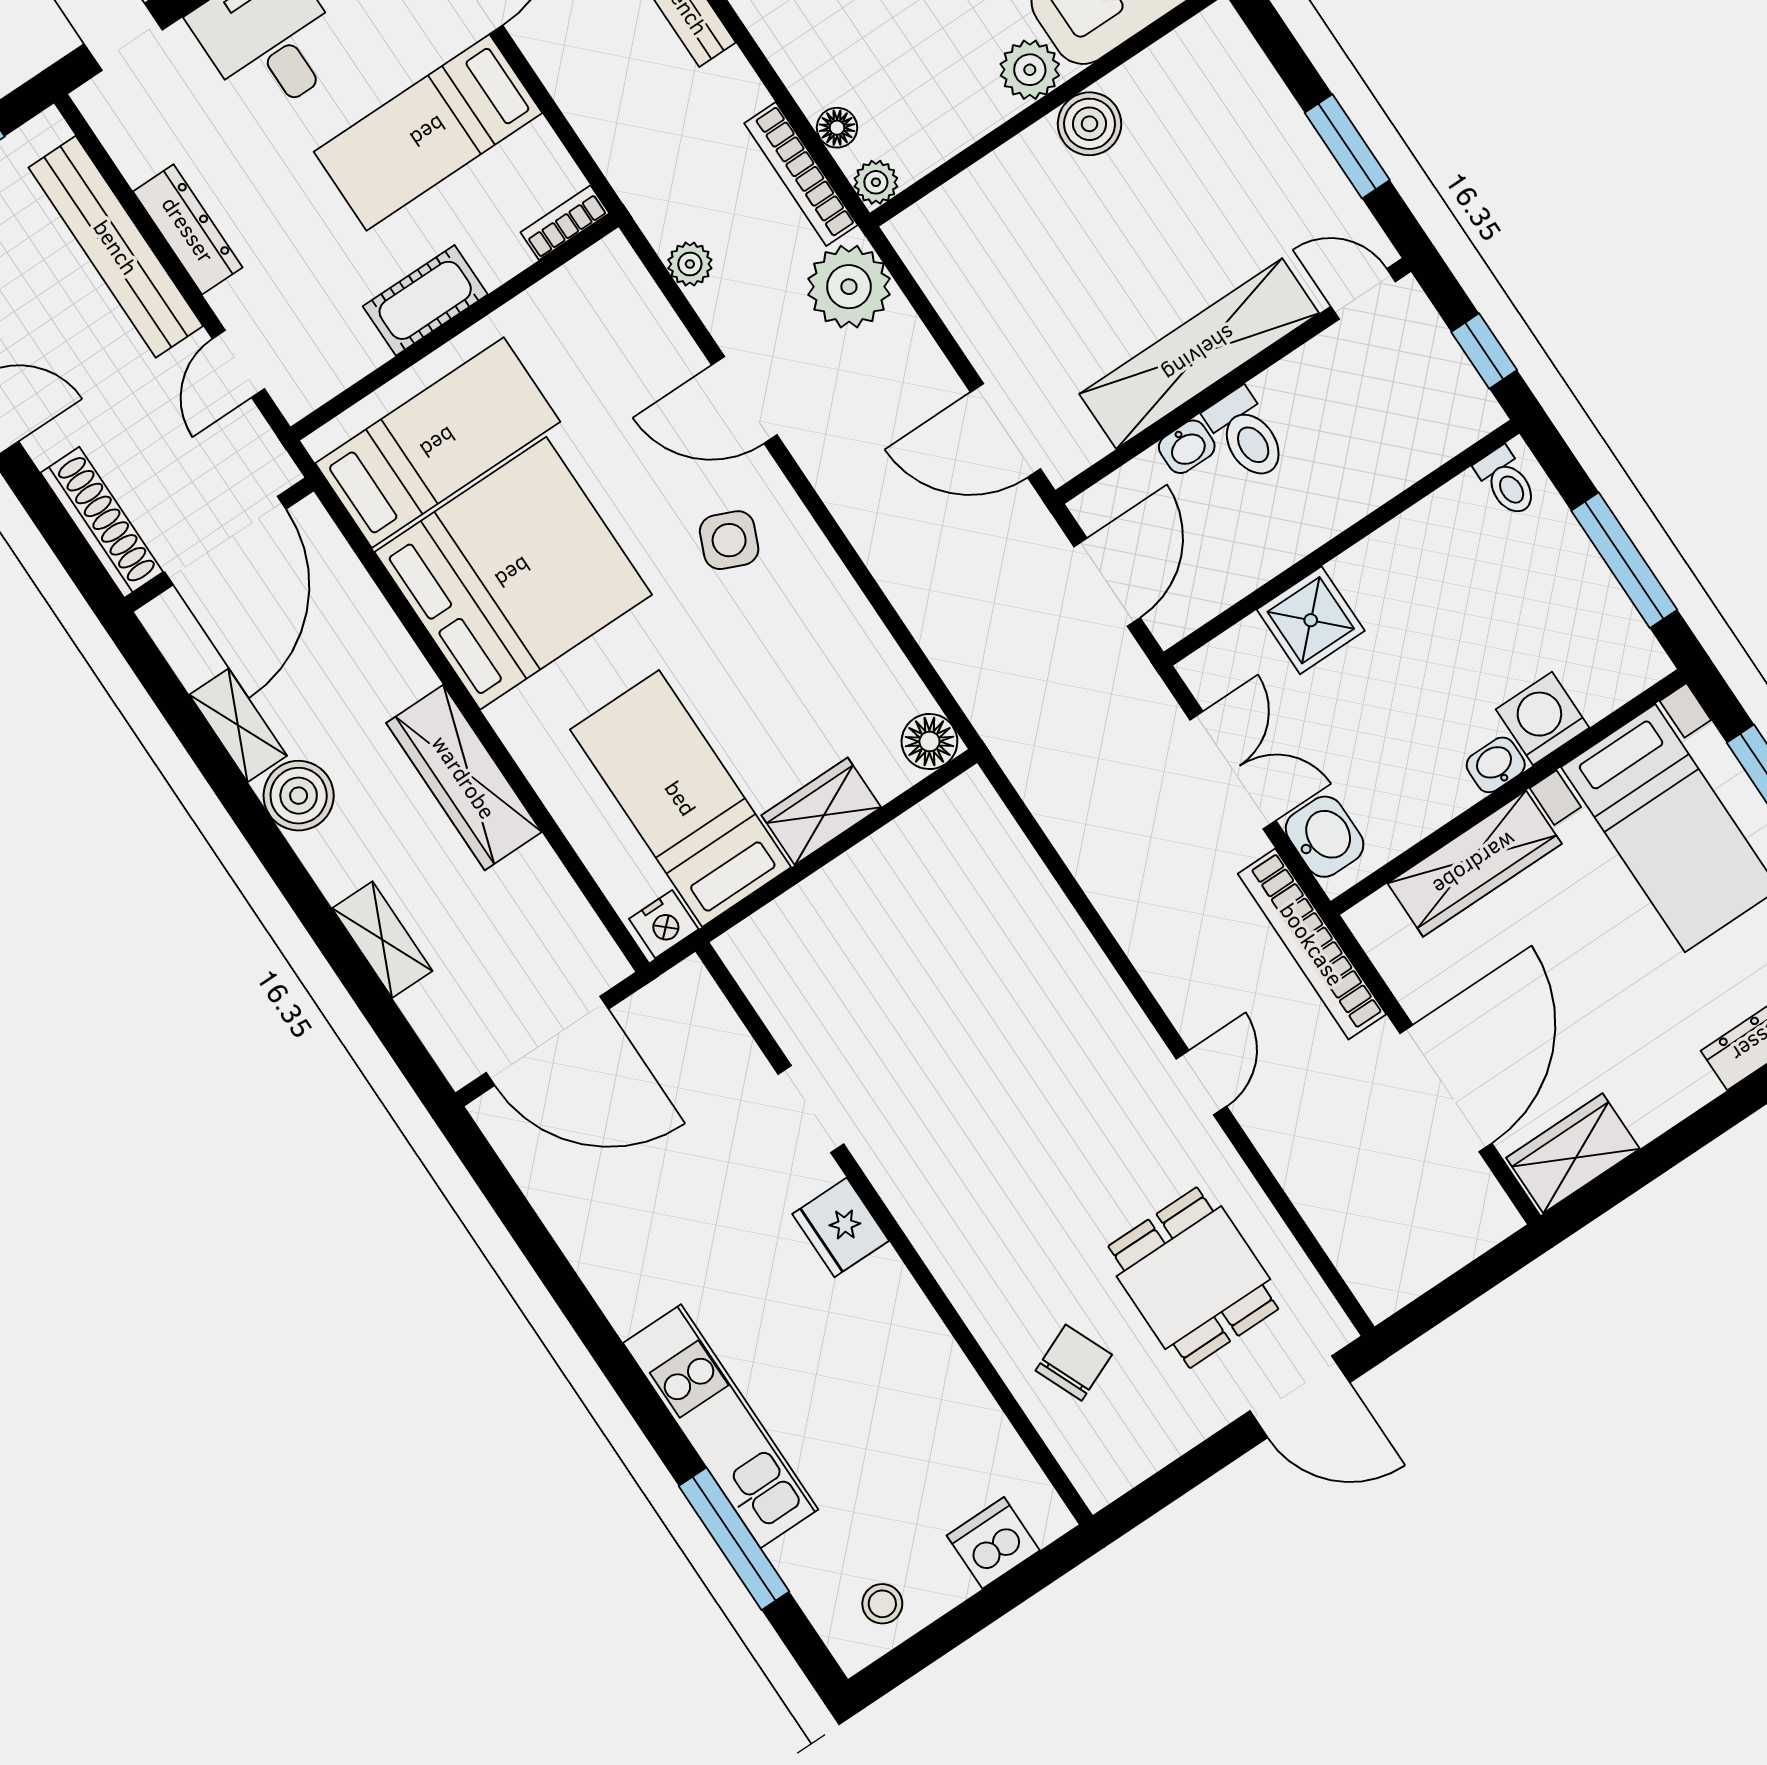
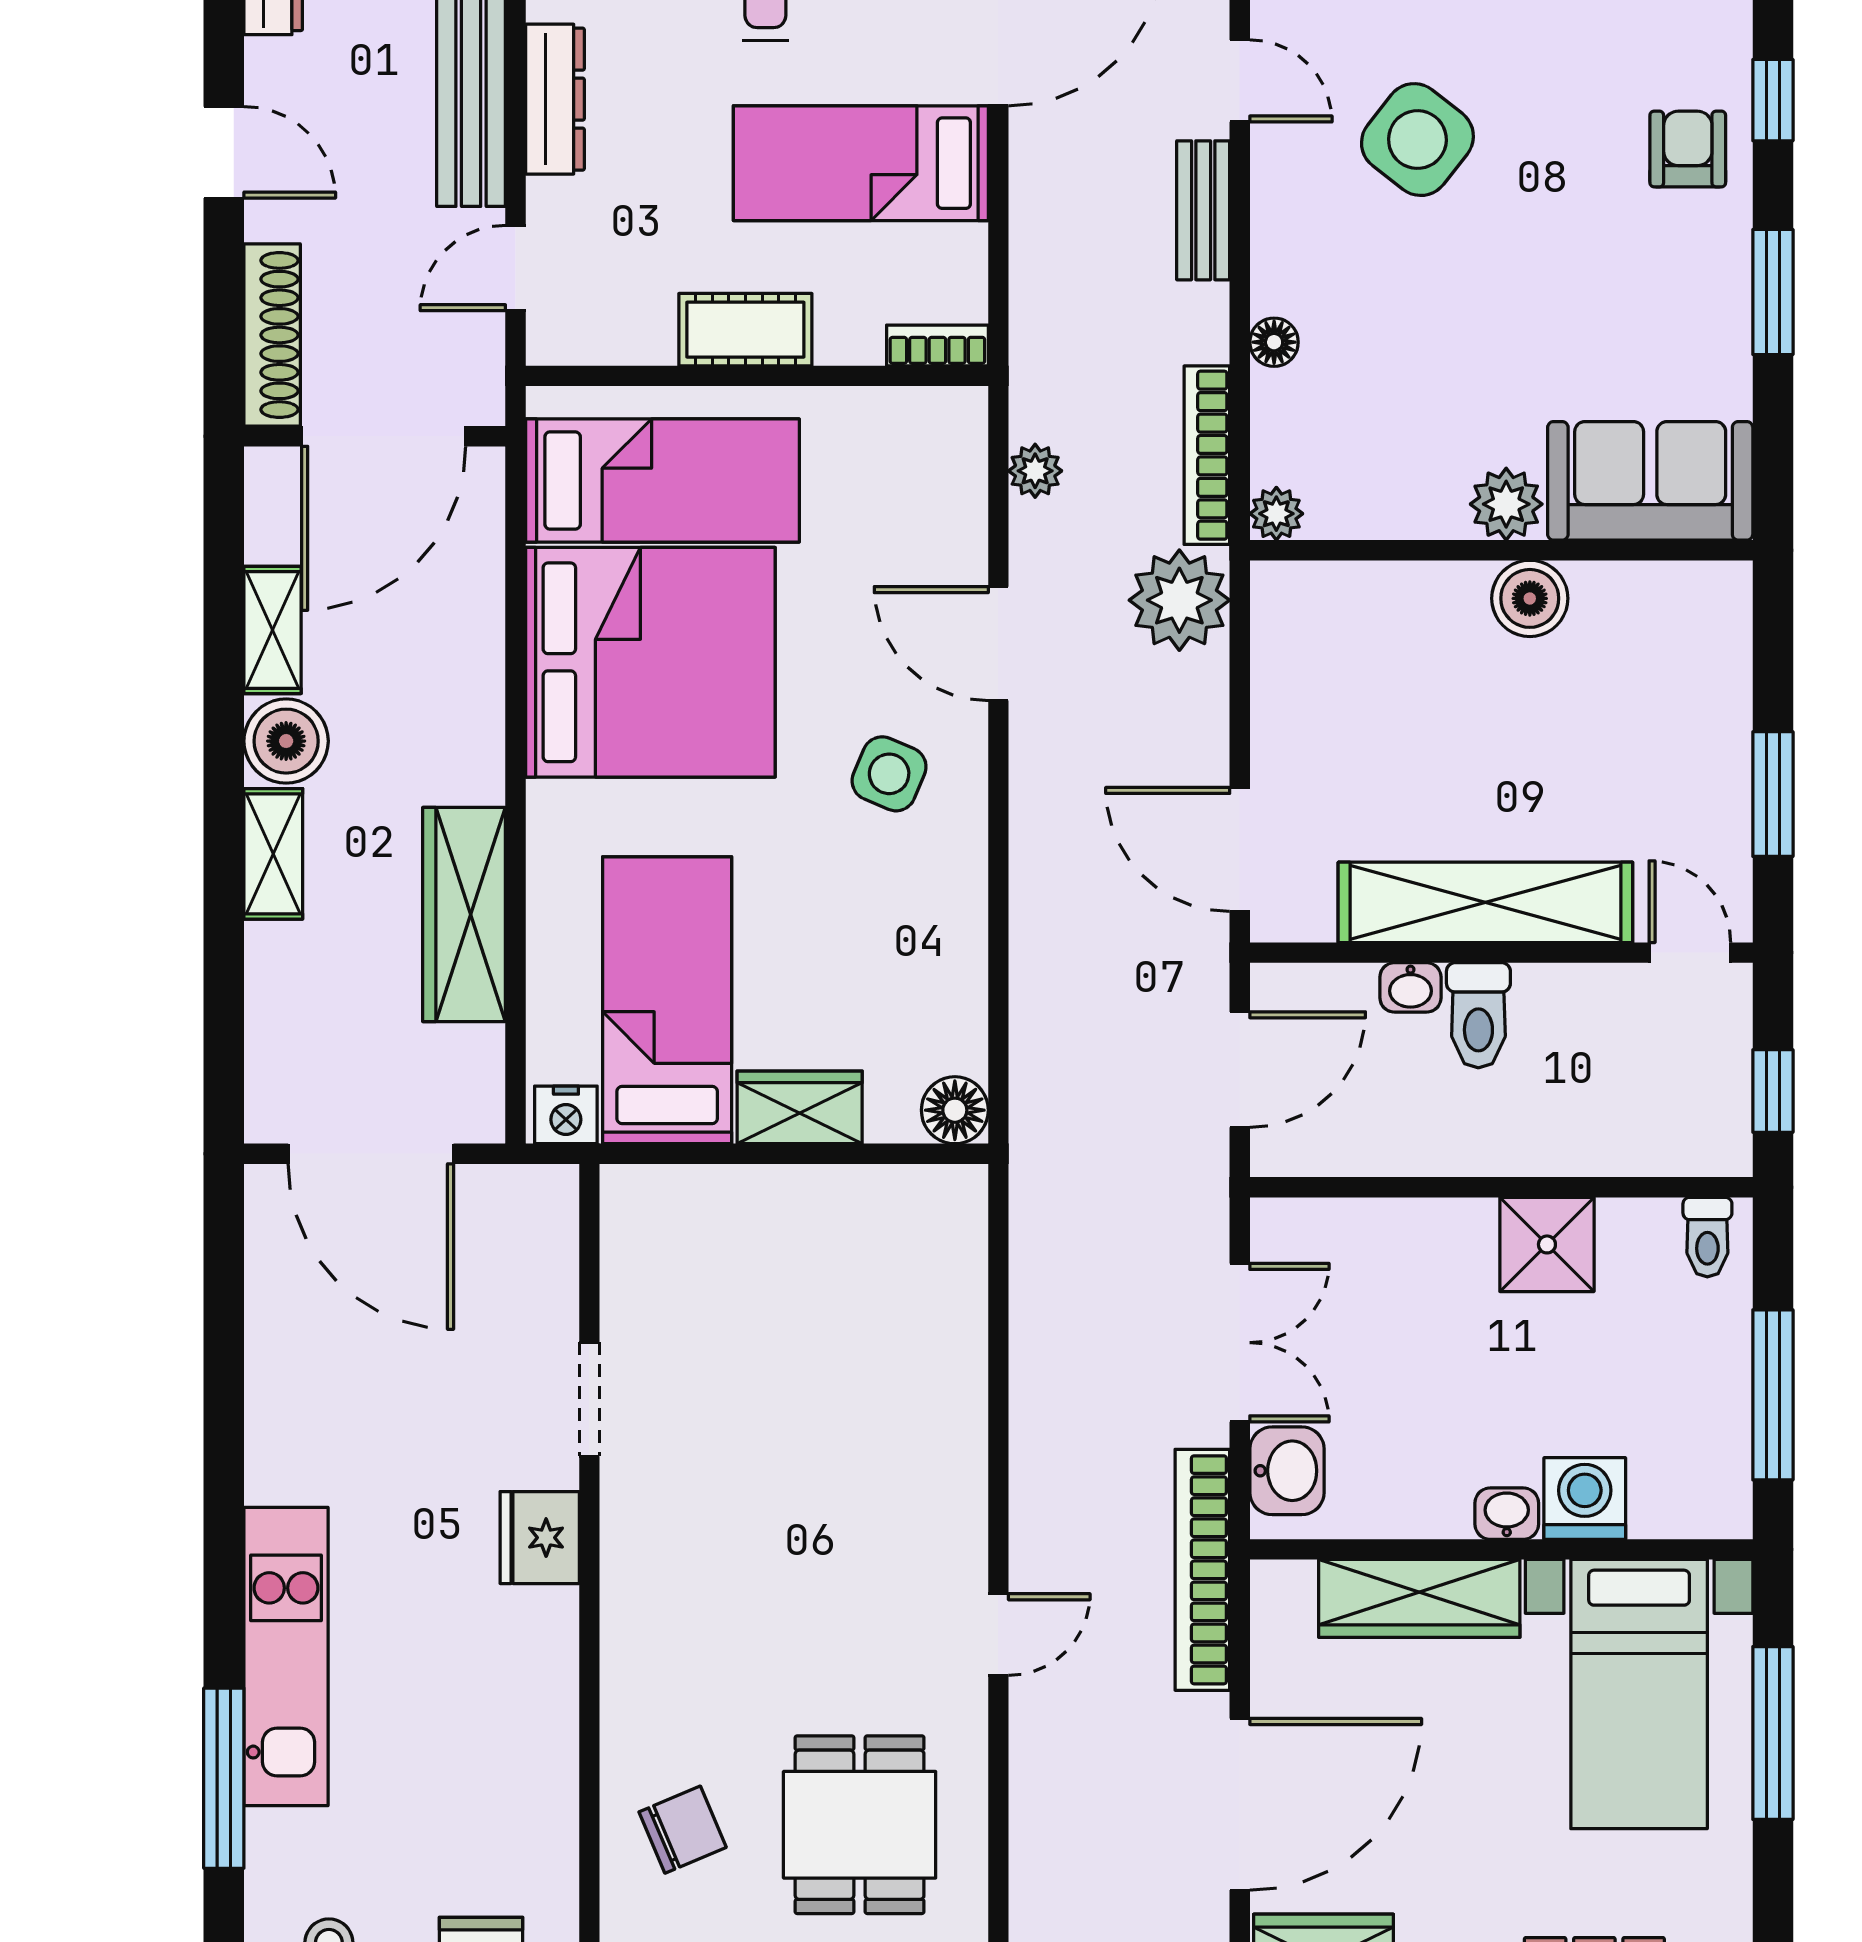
floor lamp: (837, 128) -> (1274, 342), moved
shower: (1311, 620) -> (1547, 1244), moved
wardrobe: (464, 777) -> (464, 914), moved
shelving: (382, 940) -> (273, 854), moved

